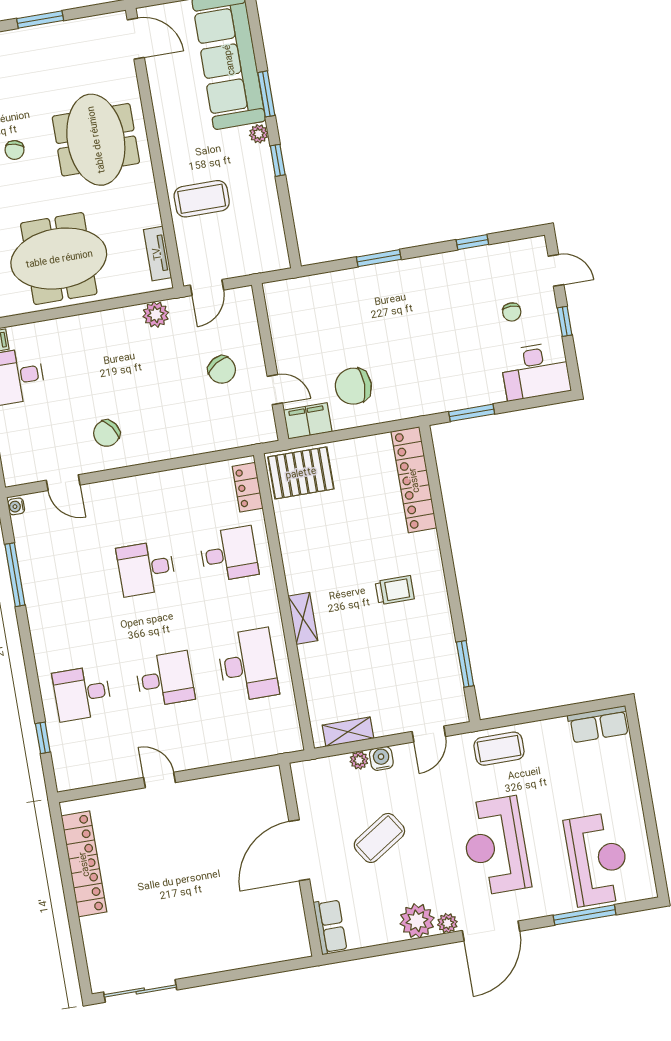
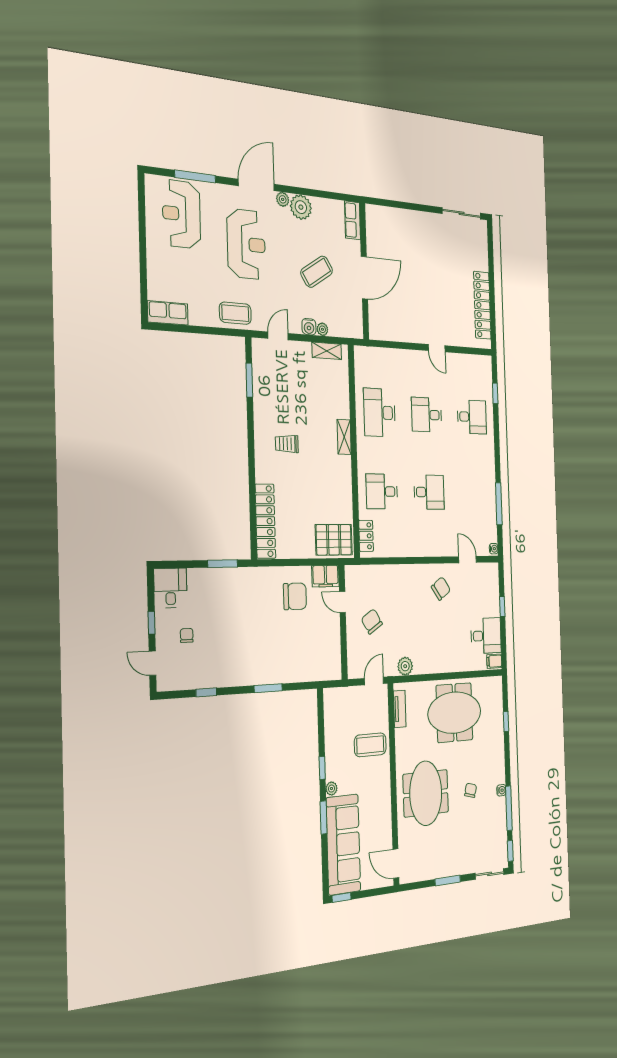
desk: (535, 371) -> (170, 588), width x0.73

